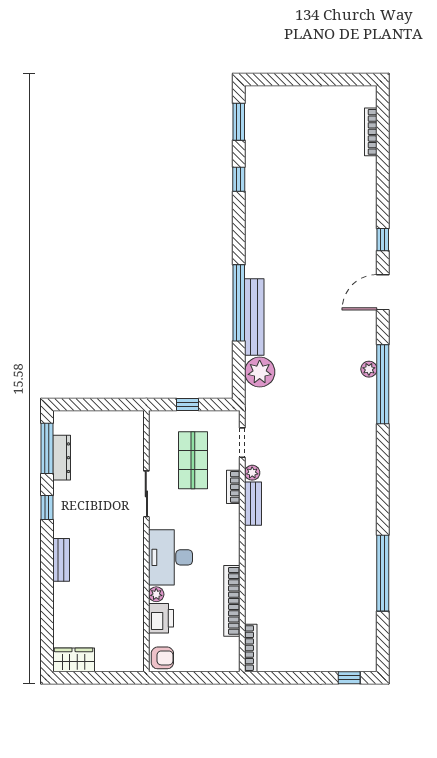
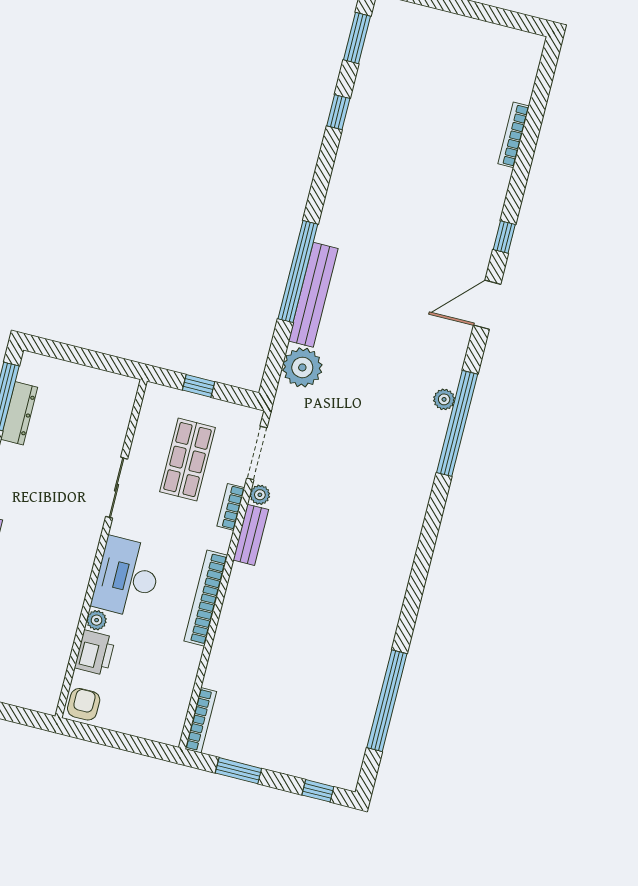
bookcase: (371, 132) -> (514, 135), moved
doorway: (242, 443) -> (257, 453), width x1.38
window: (383, 573) -> (387, 701), moved
bookcase: (232, 601) -> (206, 598), moved
armchair: (162, 658) -> (84, 704), turned -90
window: (287, 678) -> (238, 771), added

